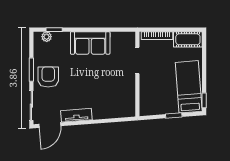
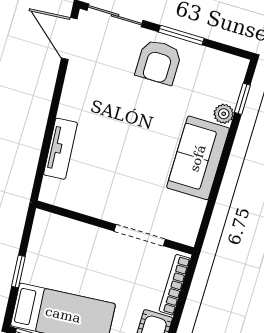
plant: (47, 37) -> (224, 114), moved
armchair: (48, 77) -> (159, 62), turned 90
tv unit: (76, 115) -> (61, 149), moved

